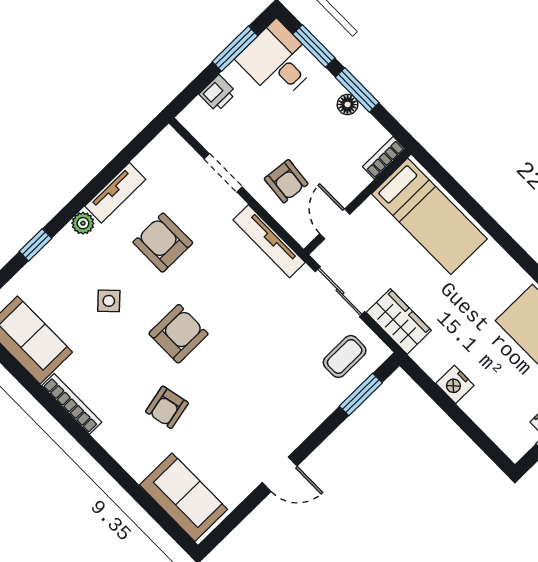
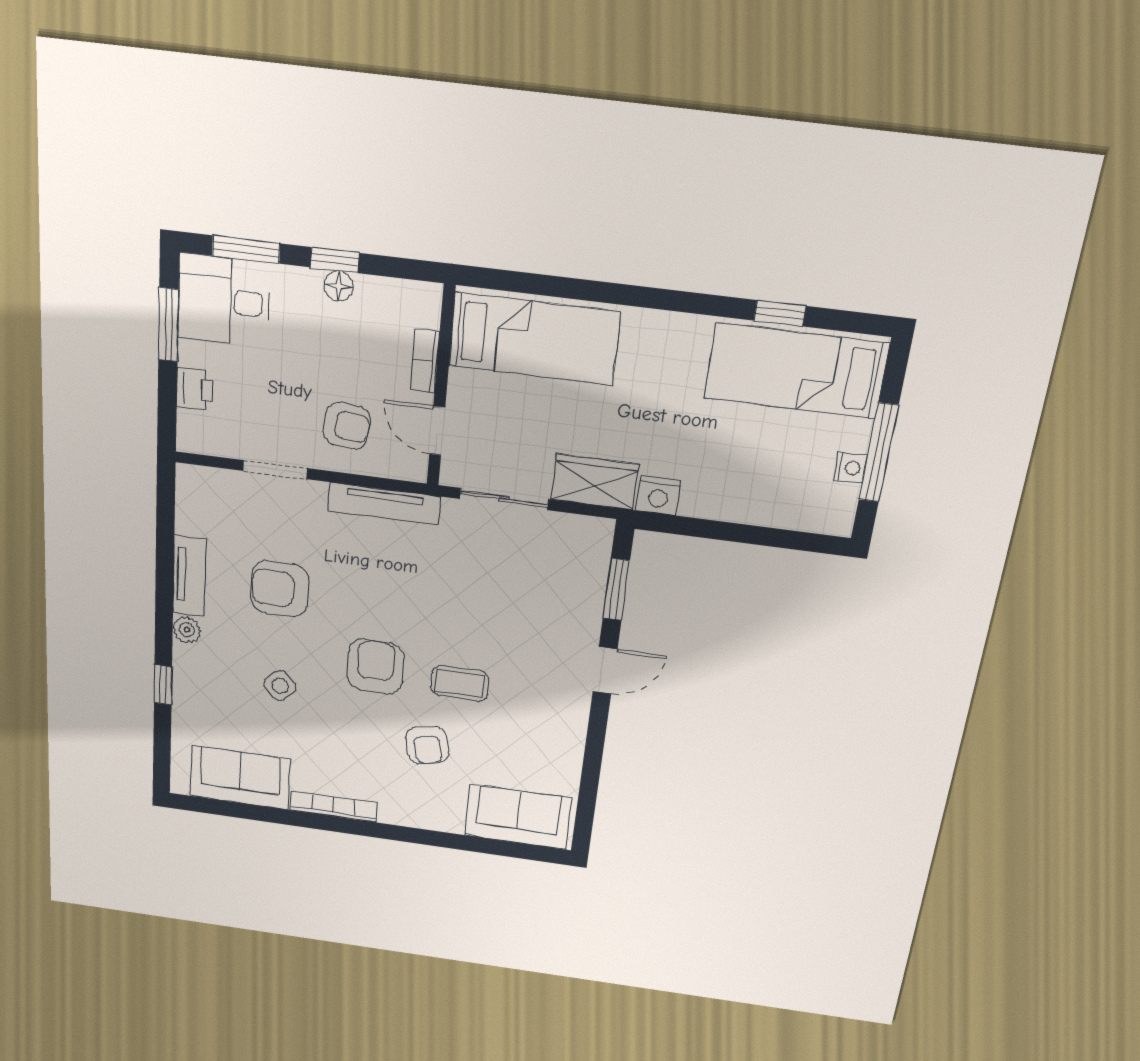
window: (357, 90) -> (335, 260), width x0.67
bookcase: (384, 158) -> (425, 361), moved
coffee table: (345, 356) -> (460, 683), moved, turned 90
nightstand: (455, 384) -> (658, 495), moved
door: (280, 474) -> (605, 670), moved

